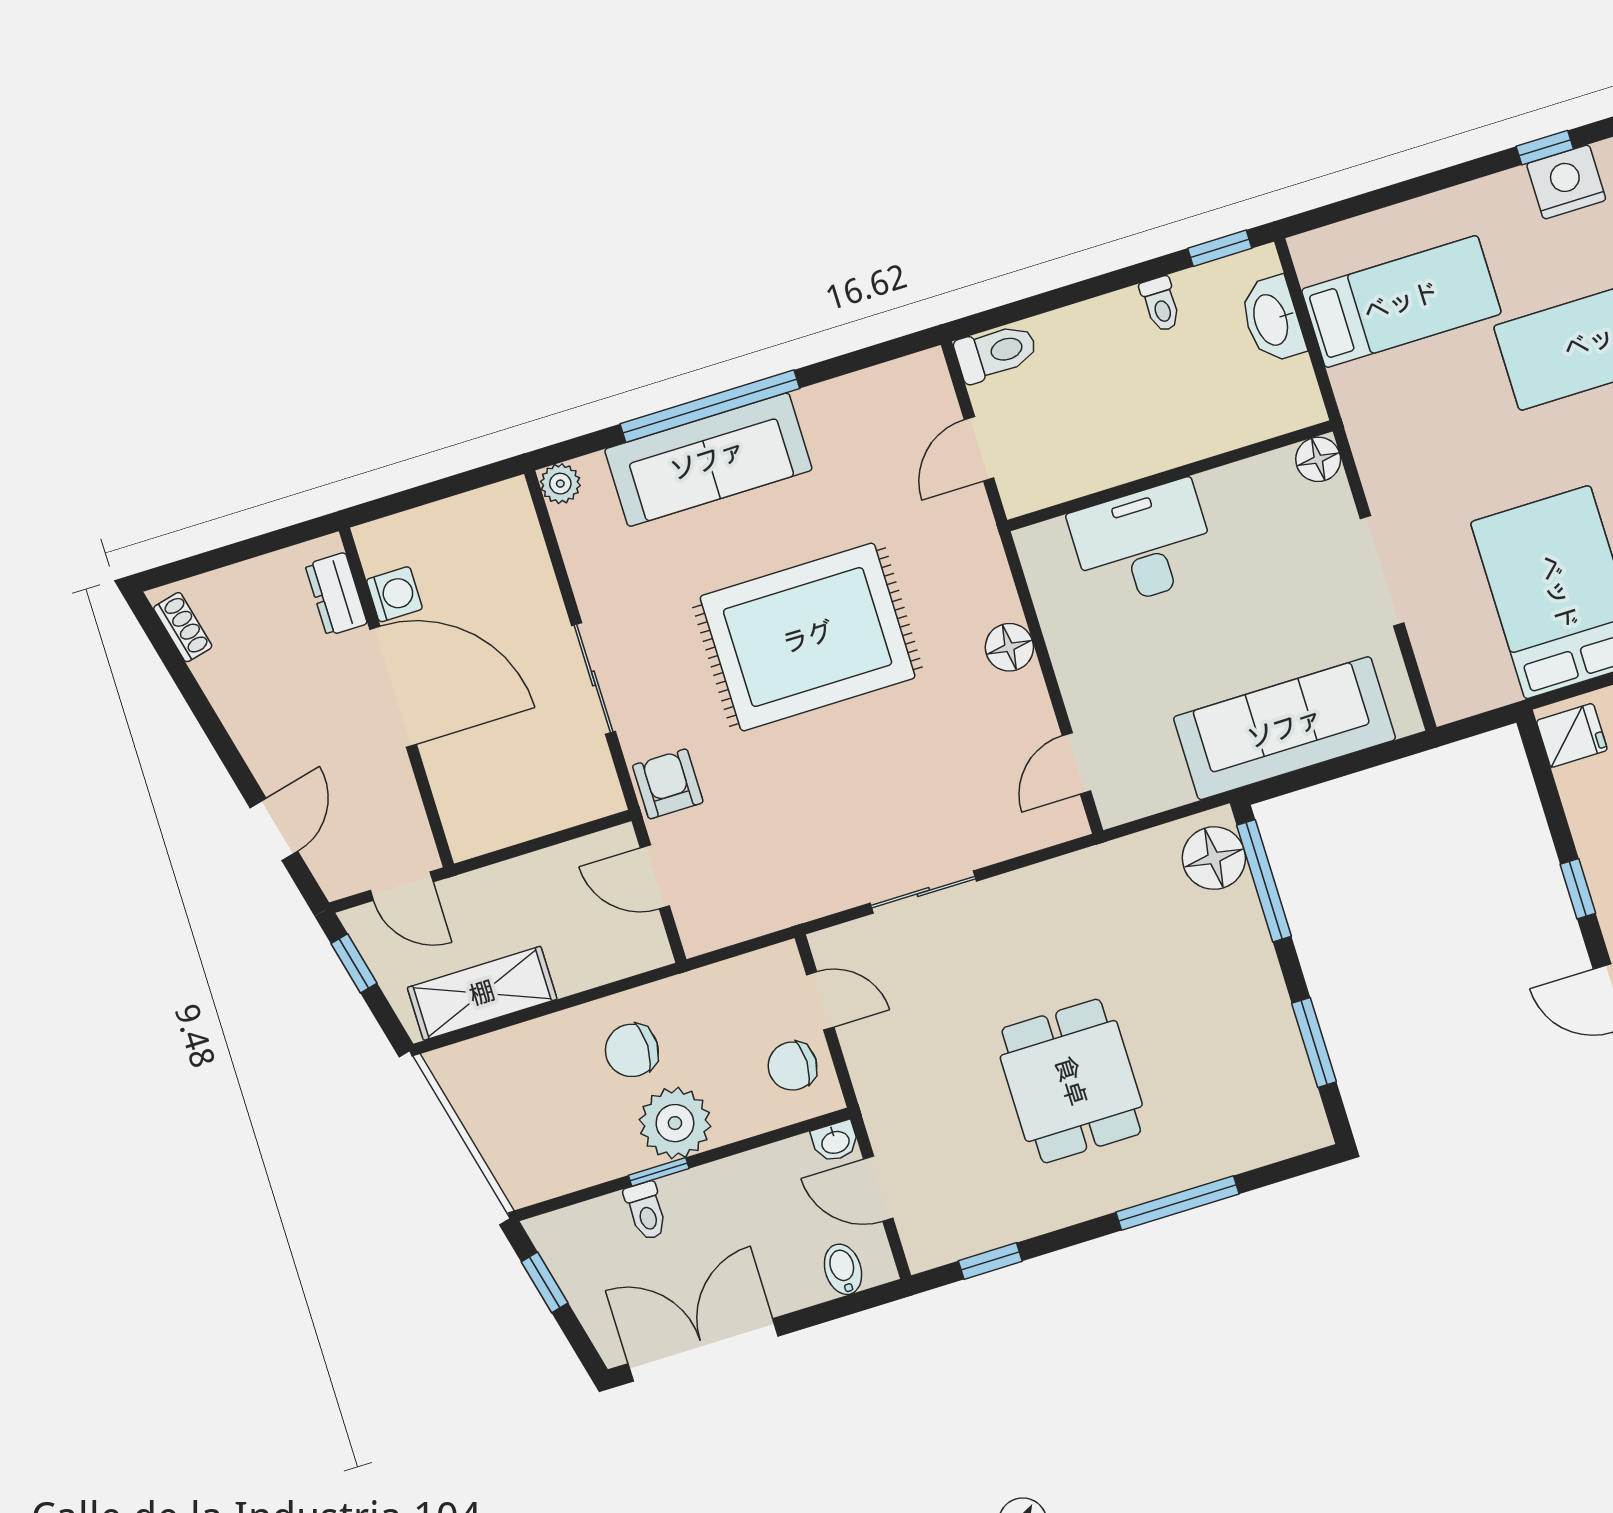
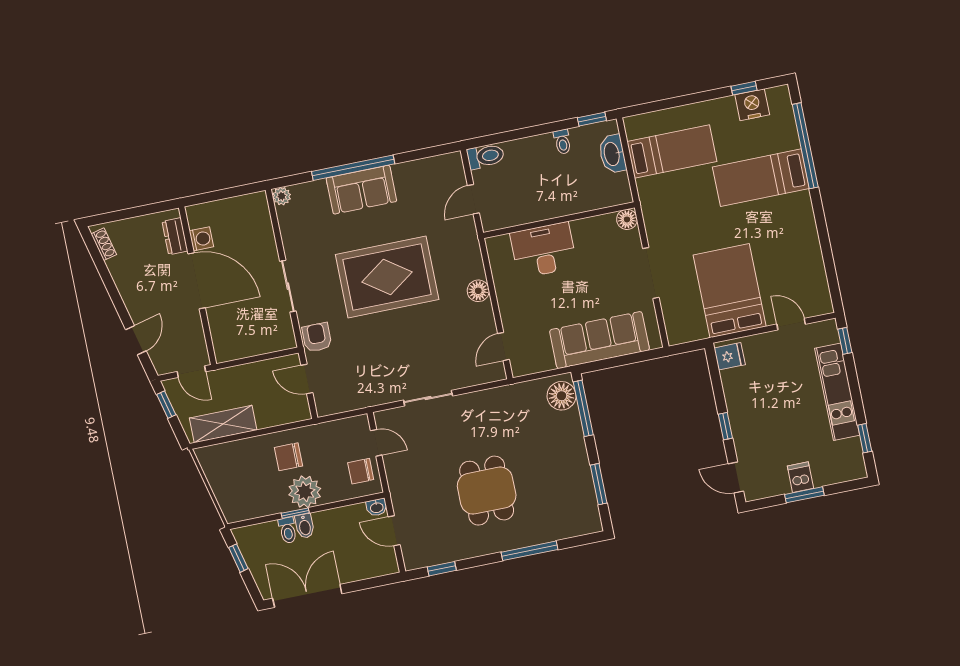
sofa: (708, 460) -> (361, 190), width x0.73
bidet: (843, 1269) -> (305, 526), moved, turned 180

